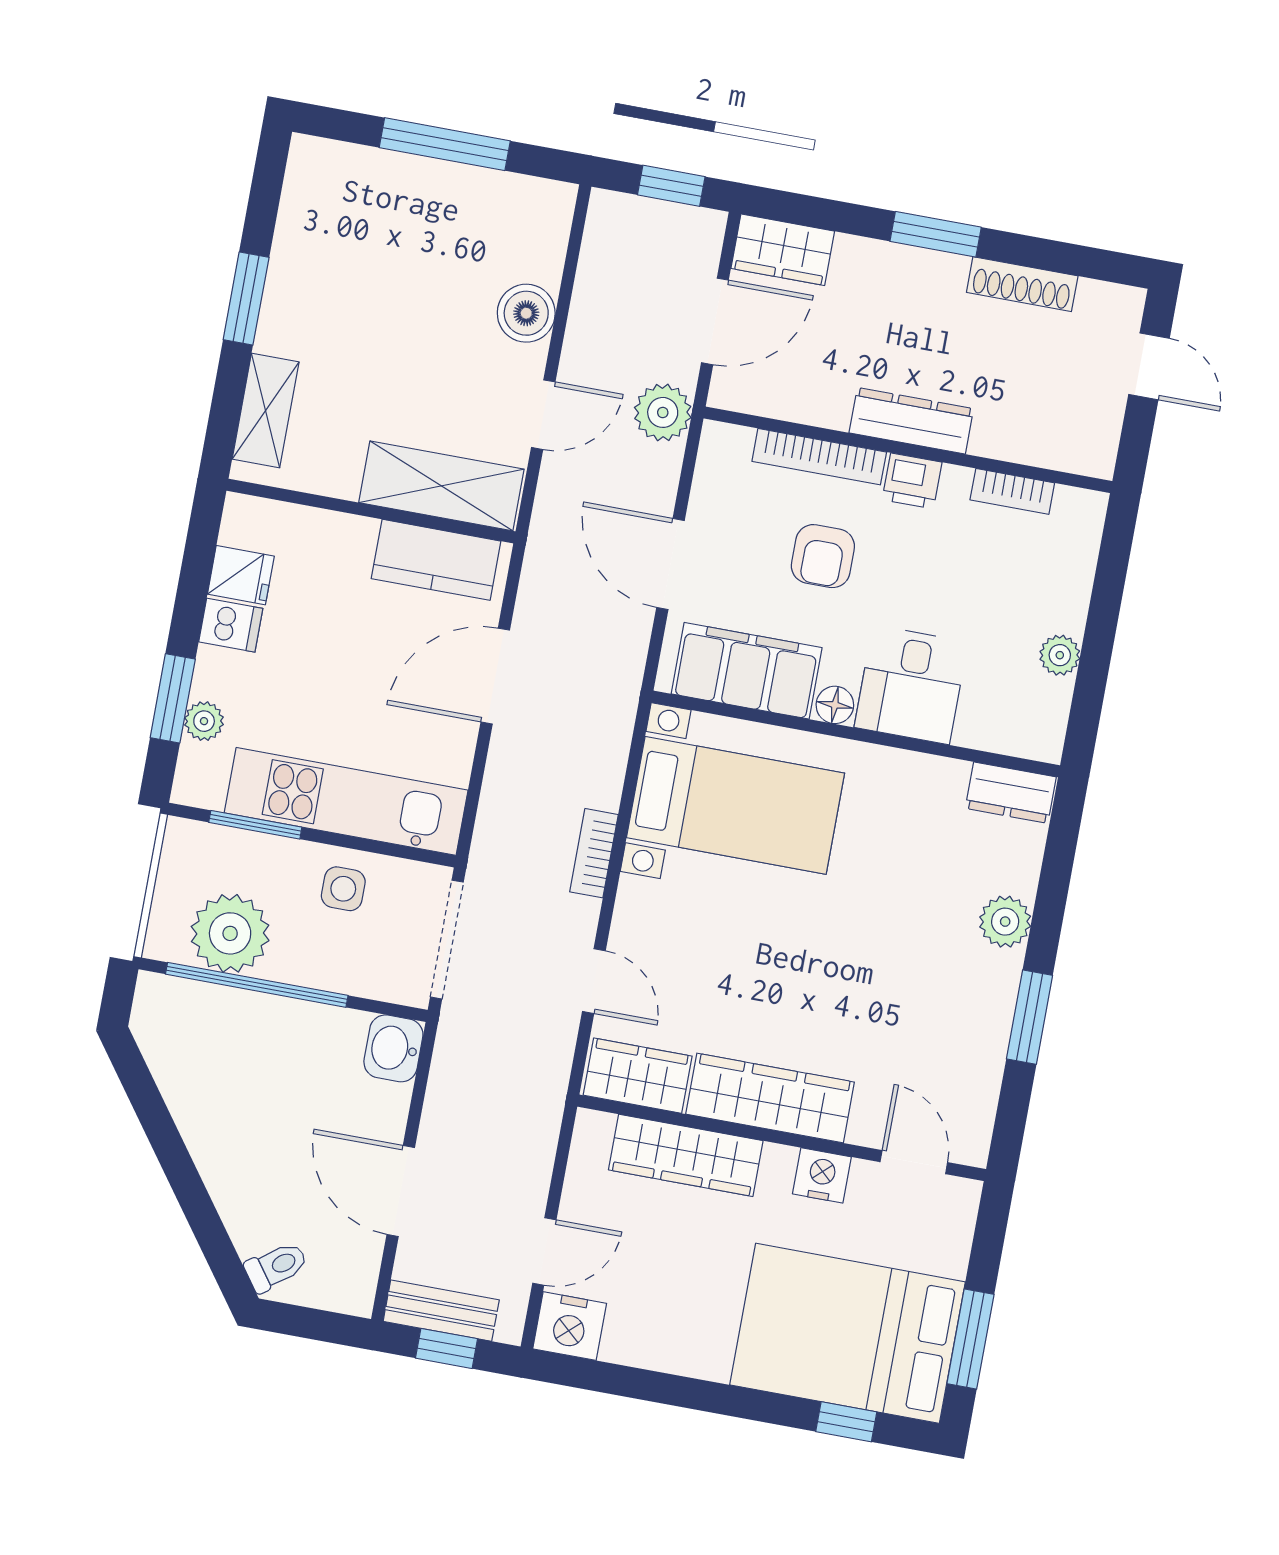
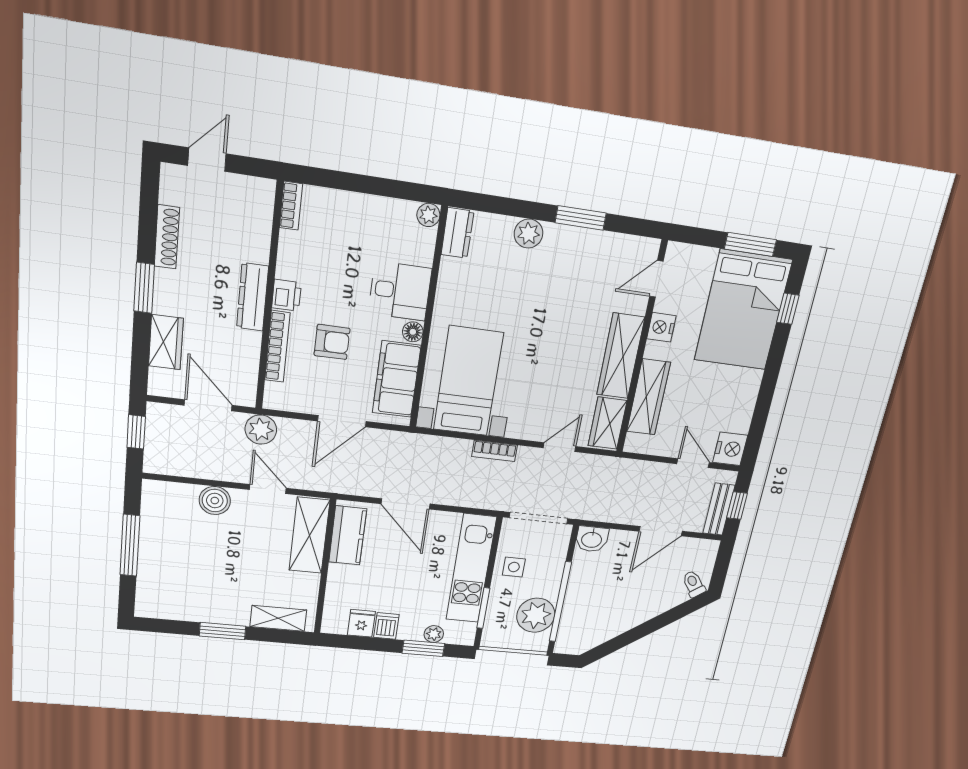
wardrobe: (783, 250) -> (166, 342), moved
bookcase: (1012, 491) -> (291, 206), moved
plant: (1060, 655) -> (428, 215), moved

